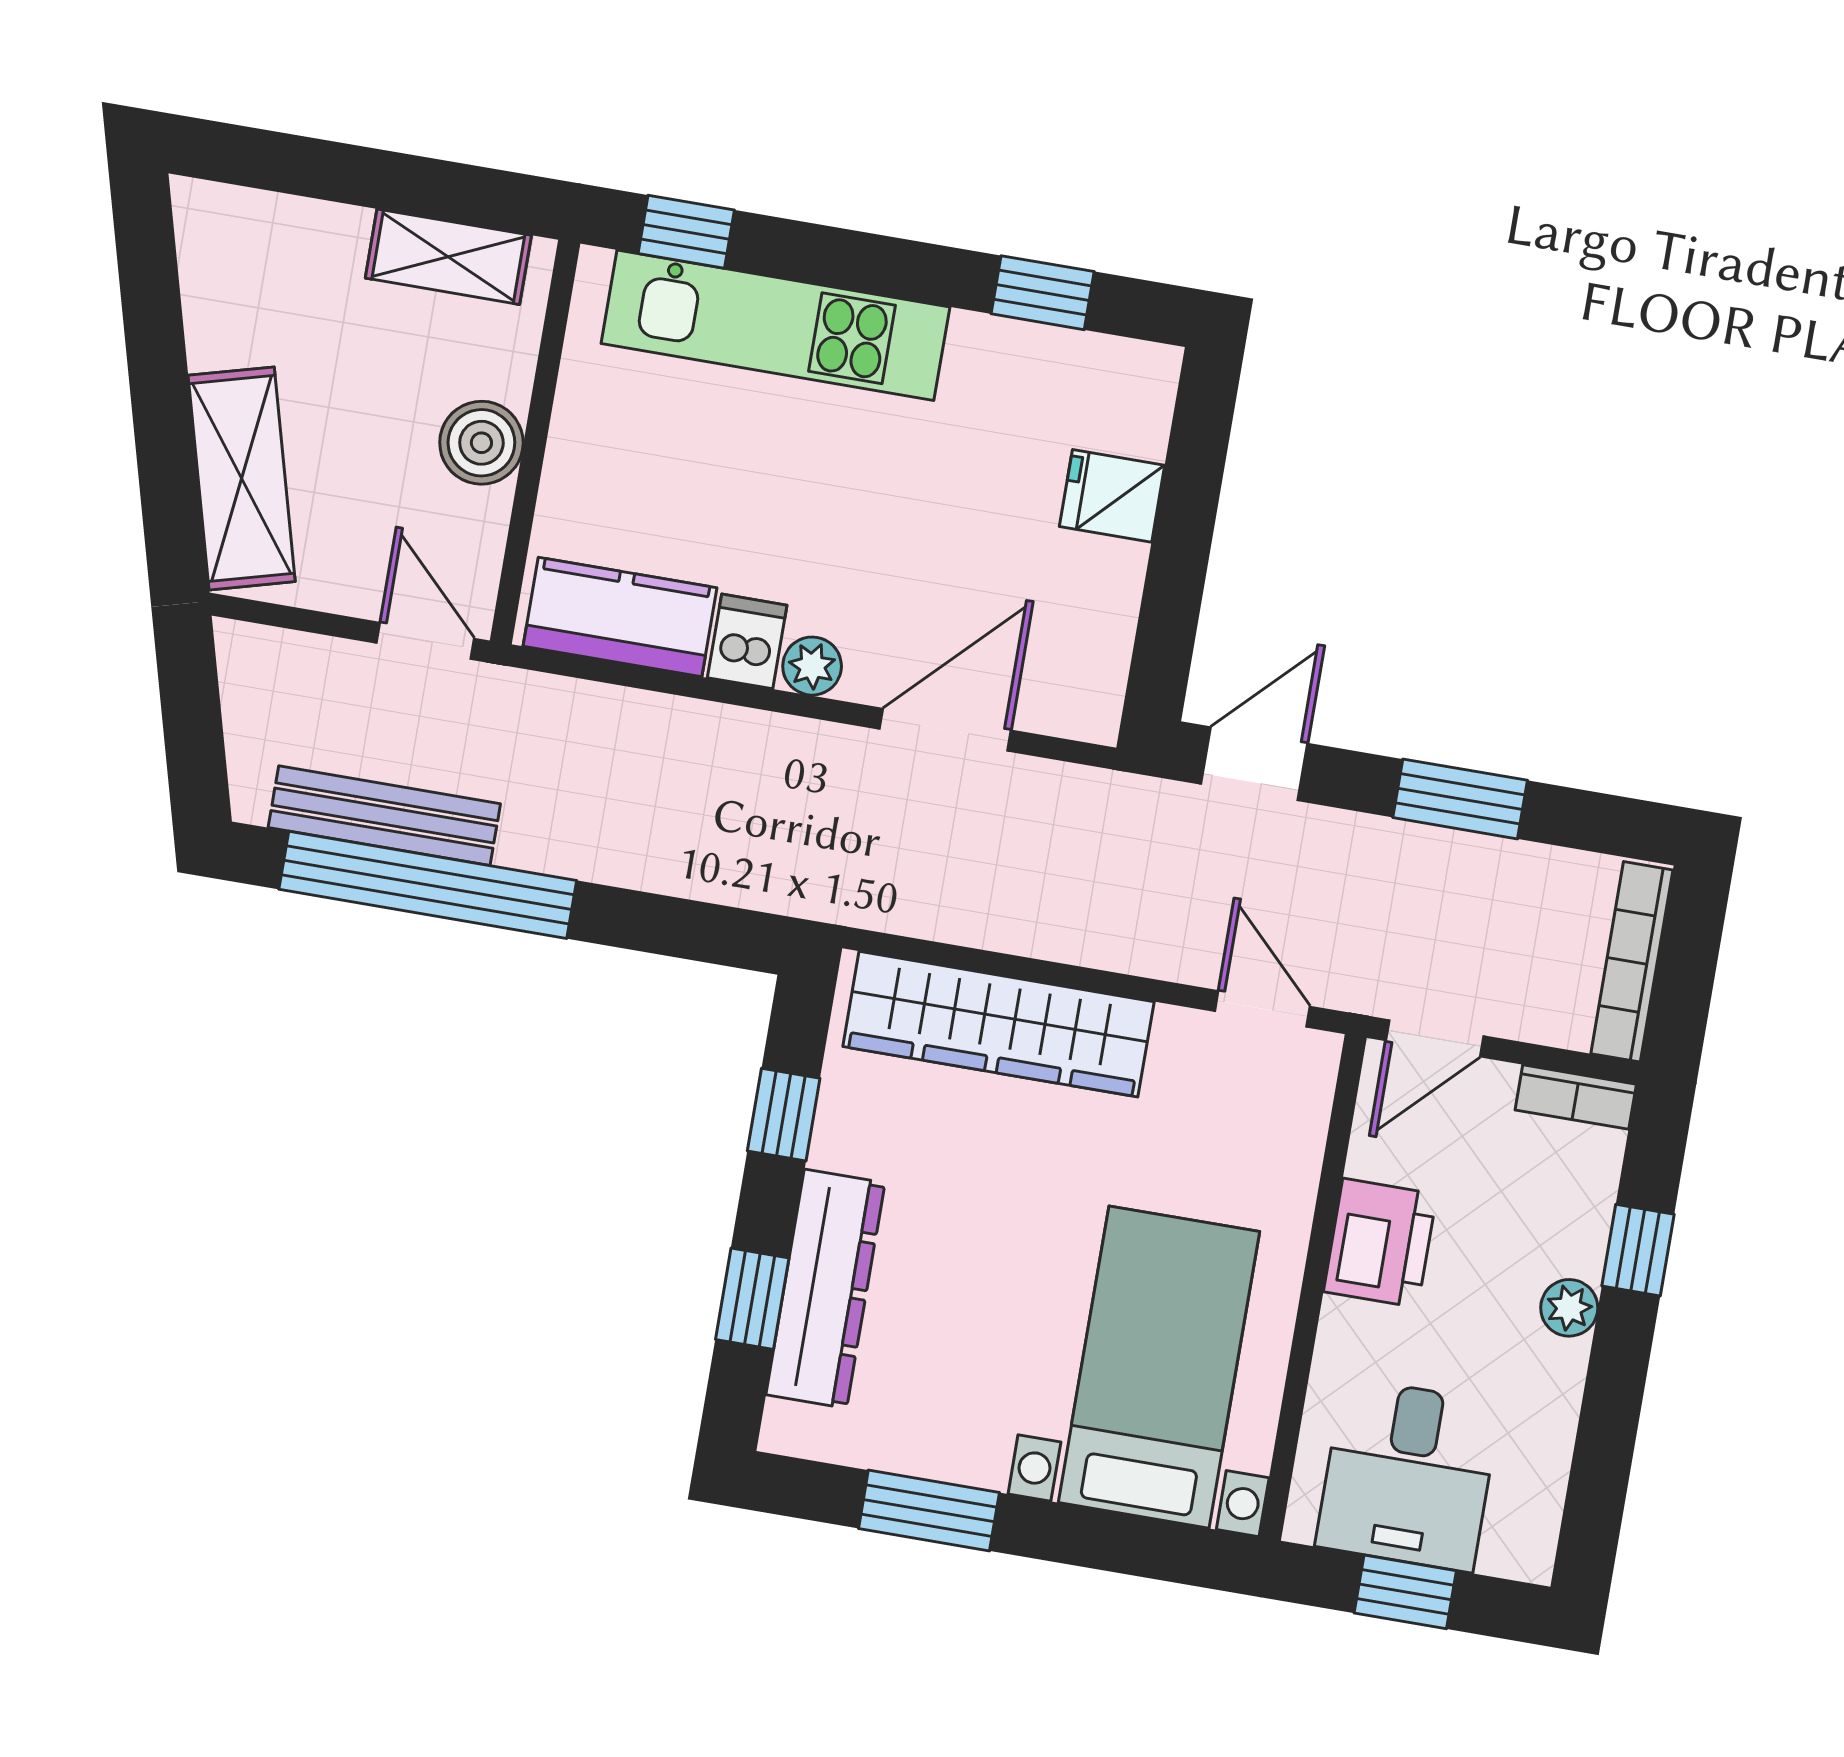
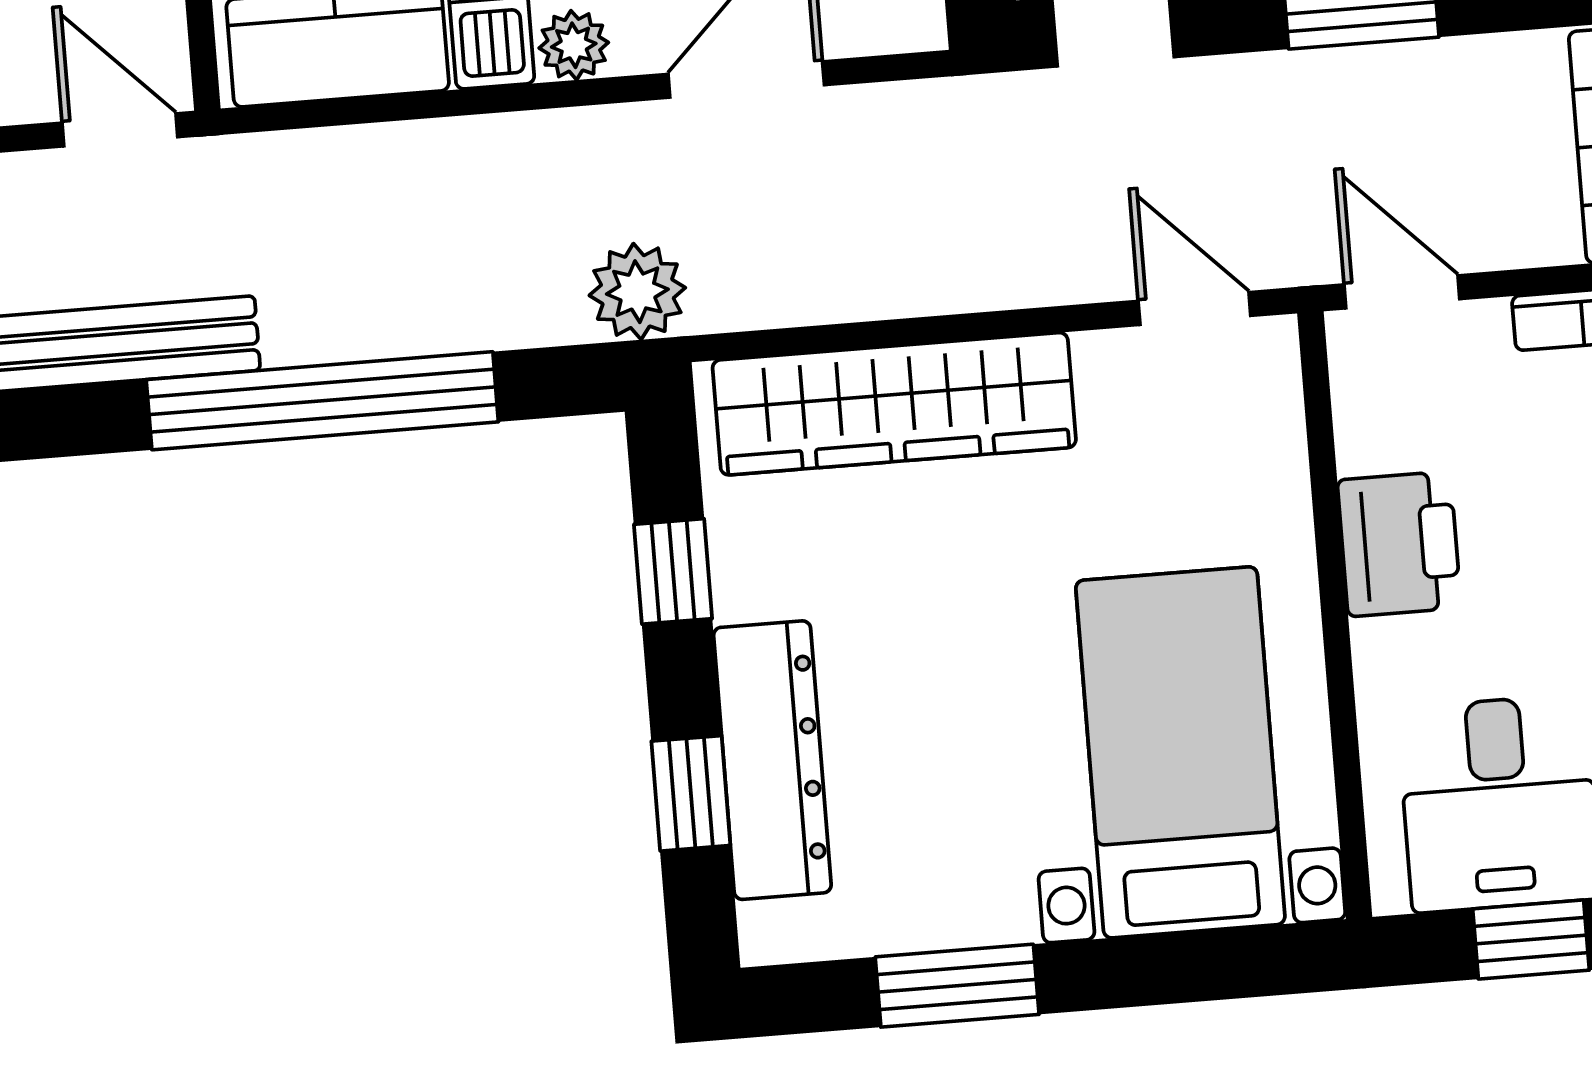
plant: (813, 880) -> (637, 292), added
window: (428, 885) -> (322, 401), moved
door: (1435, 1038) -> (1402, 292), swing flipped

